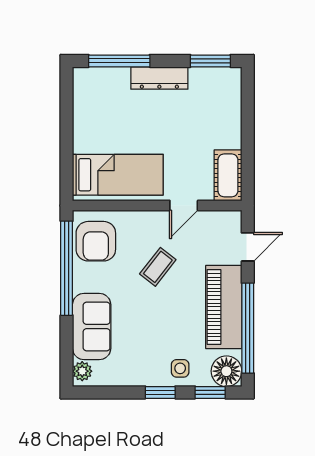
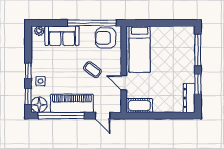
window: (210, 61) -> (198, 84), moved
dresser: (159, 78) -> (189, 98), moved

